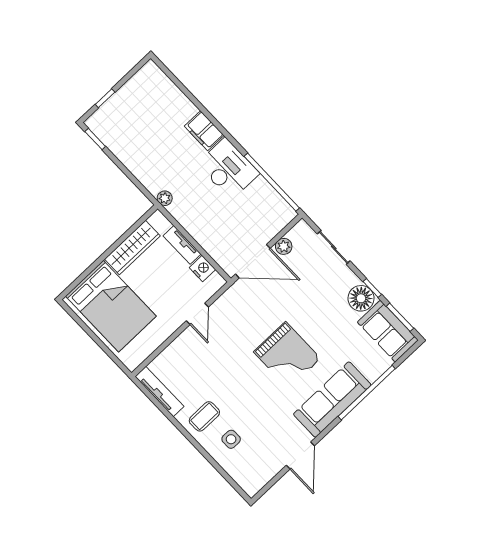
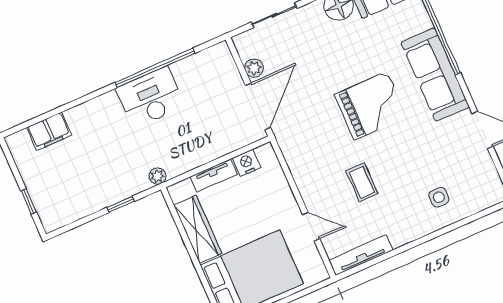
filing cabinet: (204, 131) -> (49, 131), moved
window: (95, 139) -> (121, 204), moved
window: (272, 182) -> (155, 68), moved
door: (197, 314) -> (311, 227), moved
coffee table: (204, 416) -> (362, 182), moved

